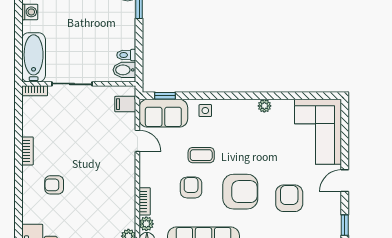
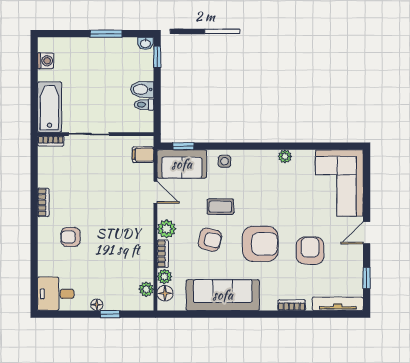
bidet: (124, 70) -> (142, 89), moved
plant: (148, 177) -> (166, 229), added
armchair: (191, 187) -> (210, 240), turned 103

